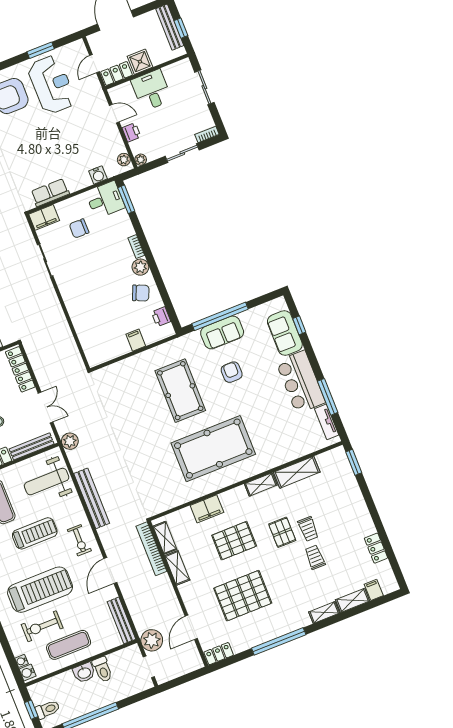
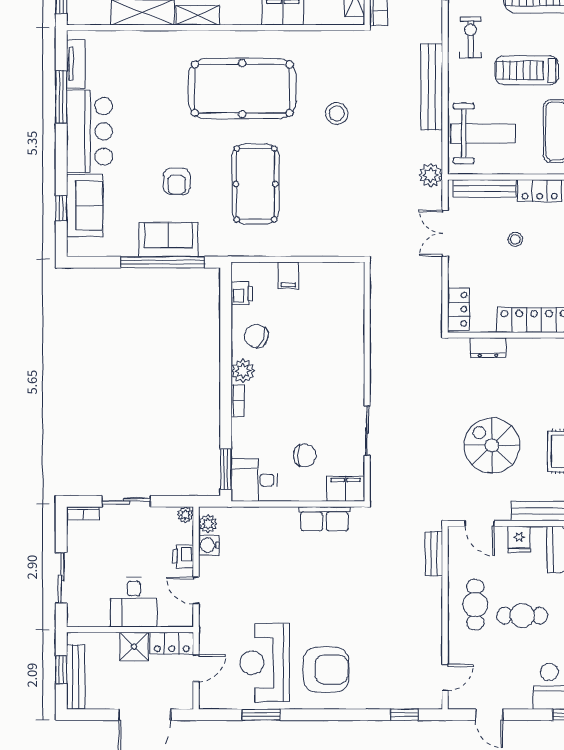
water cooler: (98, 175) -> (209, 545), moved, turned -90
locker: (20, 369) -> (458, 309), width x0.66
stool: (146, 457) -> (337, 113), added

